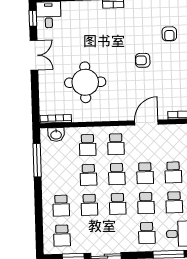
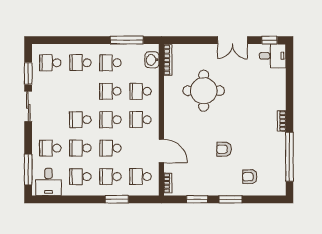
armchair: (143, 60) -> (224, 149), turned -90
school desk: (172, 143) -> (140, 177), added
school desk: (89, 205) -> (110, 63), moved

